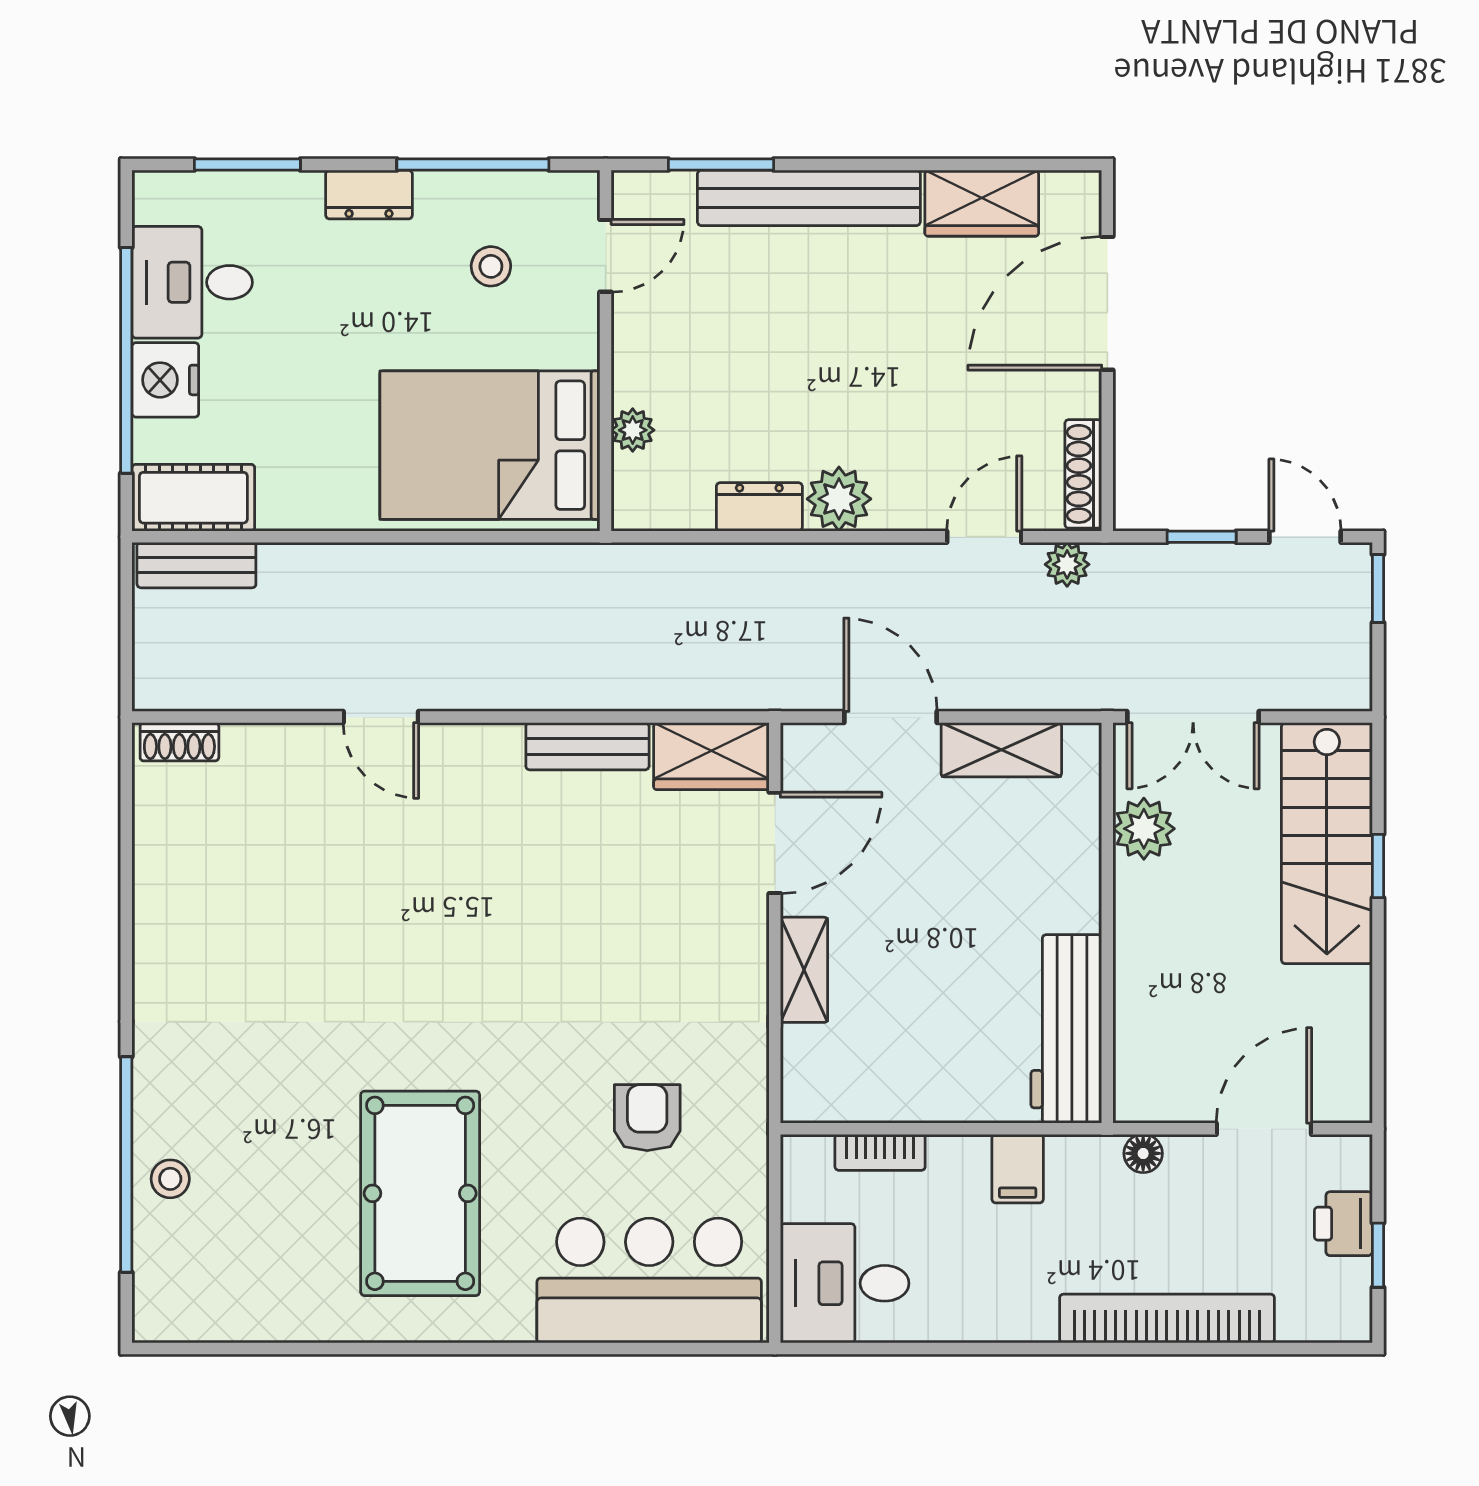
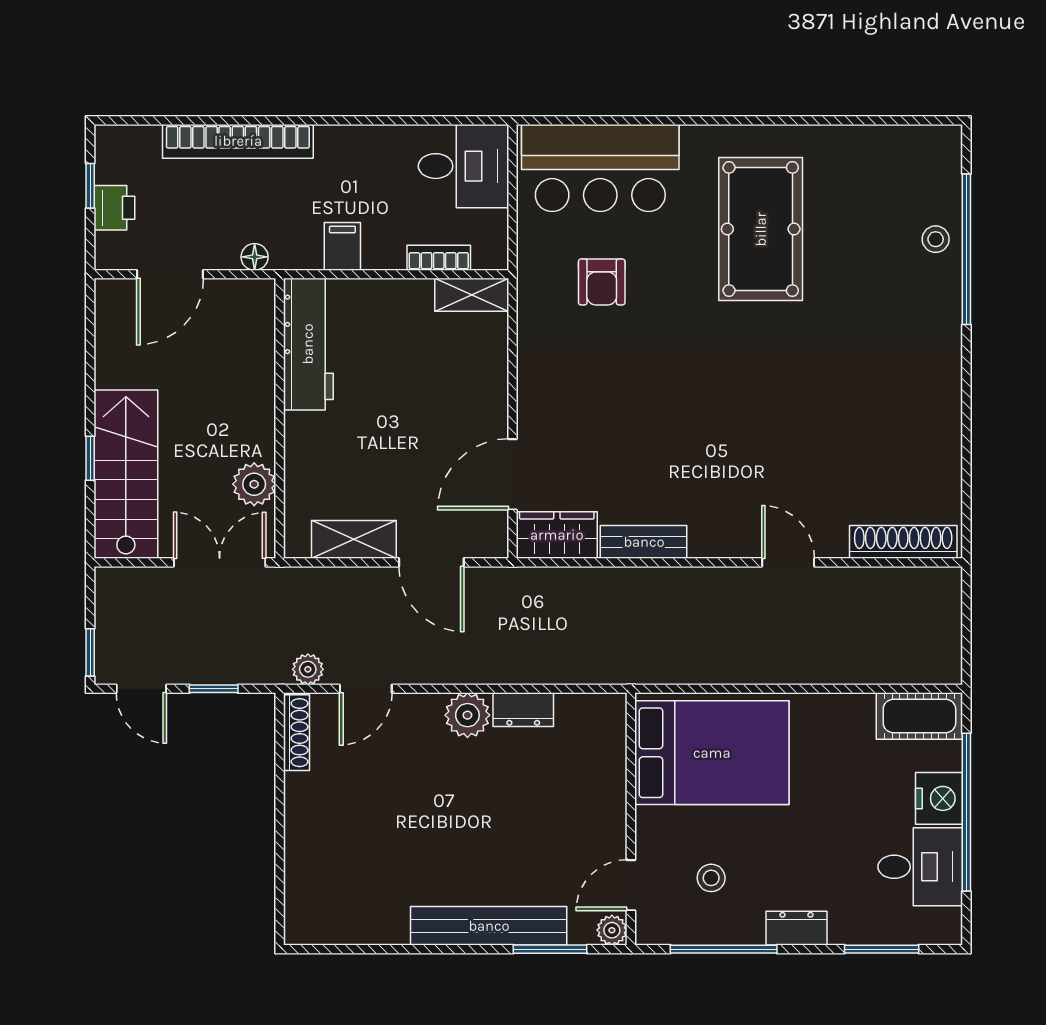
wardrobe: (982, 203) -> (368, 922), removed
door: (1107, 303) -> (280, 852), removed
plant: (633, 430) -> (612, 930), moved
bench: (196, 565) -> (917, 669), removed
shoe rack: (179, 742) -> (903, 542), width x1.94, depth x1.24
shelving: (804, 970) -> (472, 295), moved, turned 90

